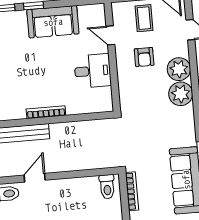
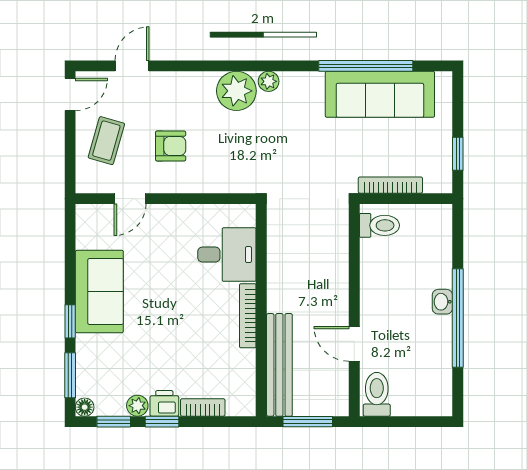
coffee table: (144, 18) -> (106, 141), turned -74
plant: (179, 69) -> (269, 81), moved, width x0.53, depth x0.53
desk: (93, 71) -> (227, 255), moved, turned 90

